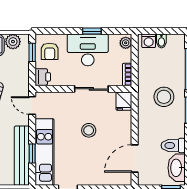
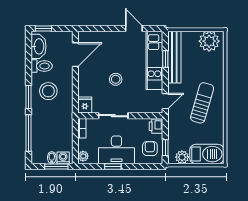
window: (156, 31) -> (56, 166), added
stool: (164, 97) -> (48, 91), moved
door: (32, 105) -> (165, 101), hinge flipped

